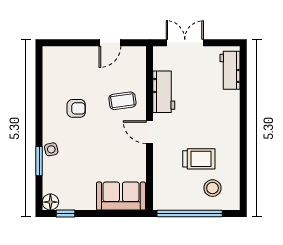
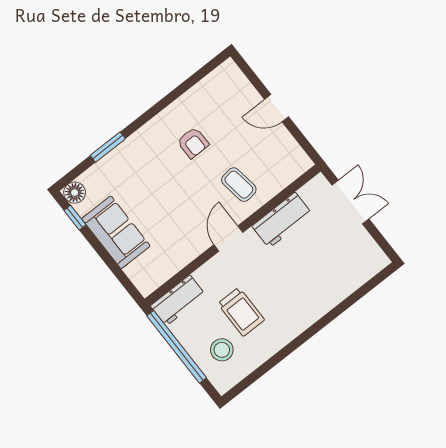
door: (110, 43) -> (277, 108), moved
workbench: (230, 70) -> (178, 300), moved, turned 180
side table: (51, 149) -> (130, 150), removed
sofa: (121, 196) -> (116, 232), moved

